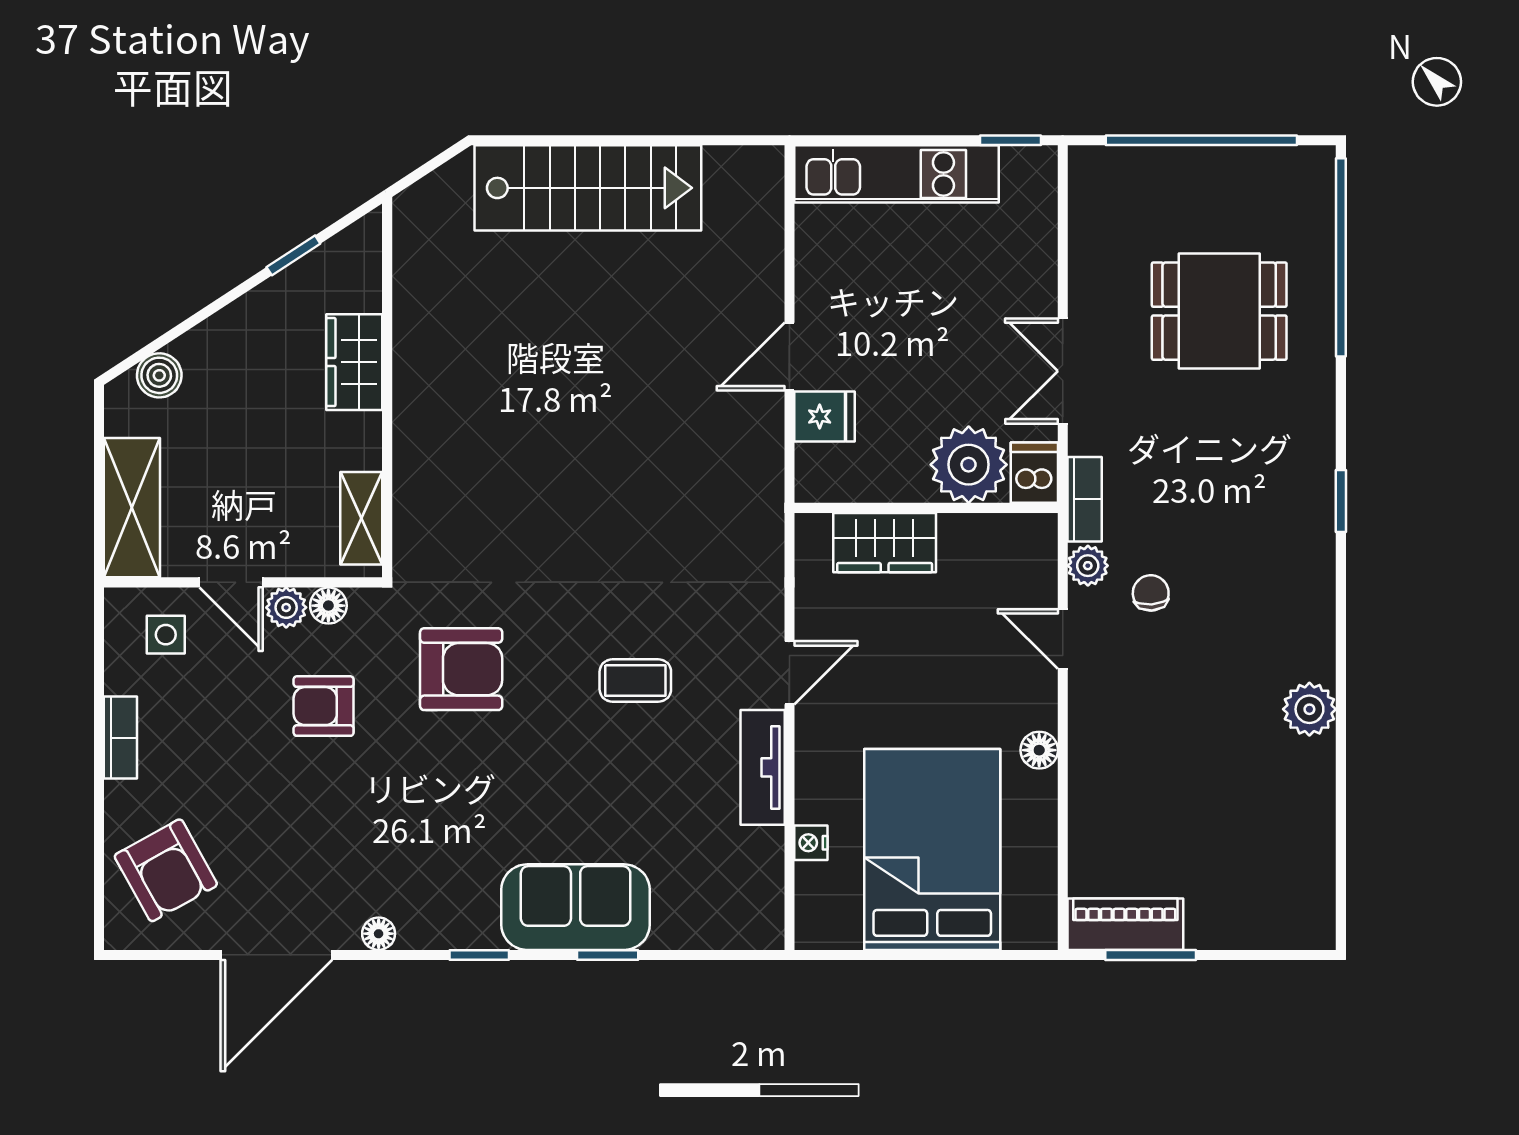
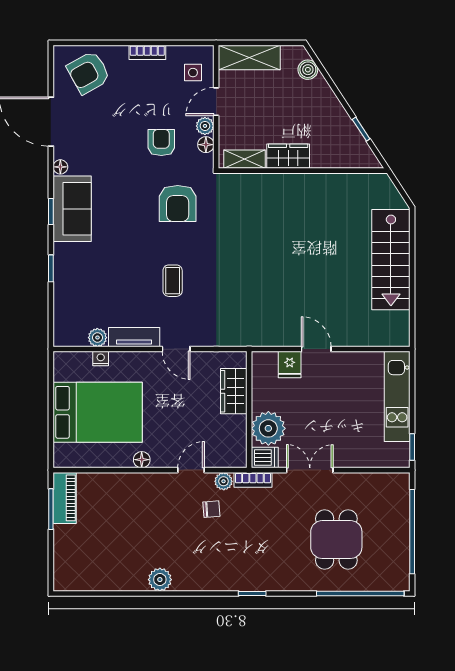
wardrobe: (354, 362) -> (288, 156), moved
plant: (763, 850) -> (97, 338), added
sofa: (576, 907) -> (72, 209), moved

